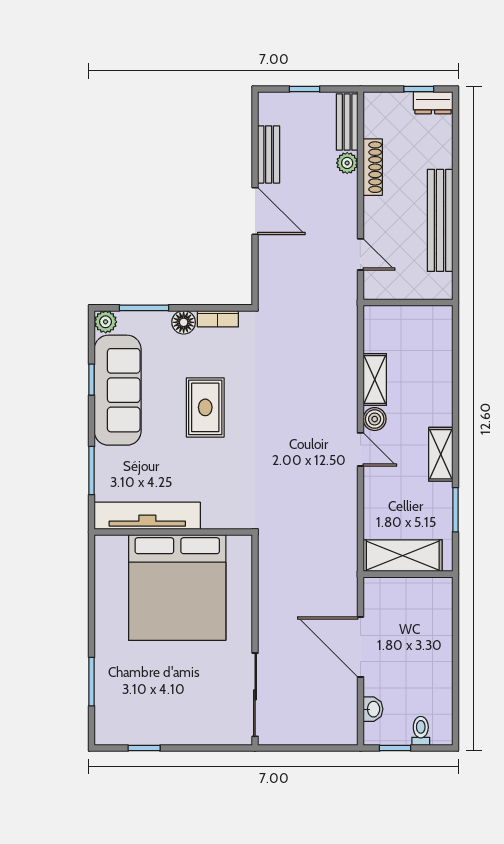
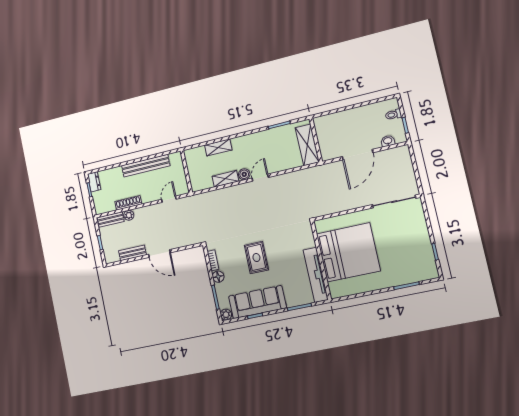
door: (255, 211) -> (159, 254), swing flipped
rug: (205, 407) -> (256, 257), turned 90
shelving: (441, 454) -> (218, 147), moved

